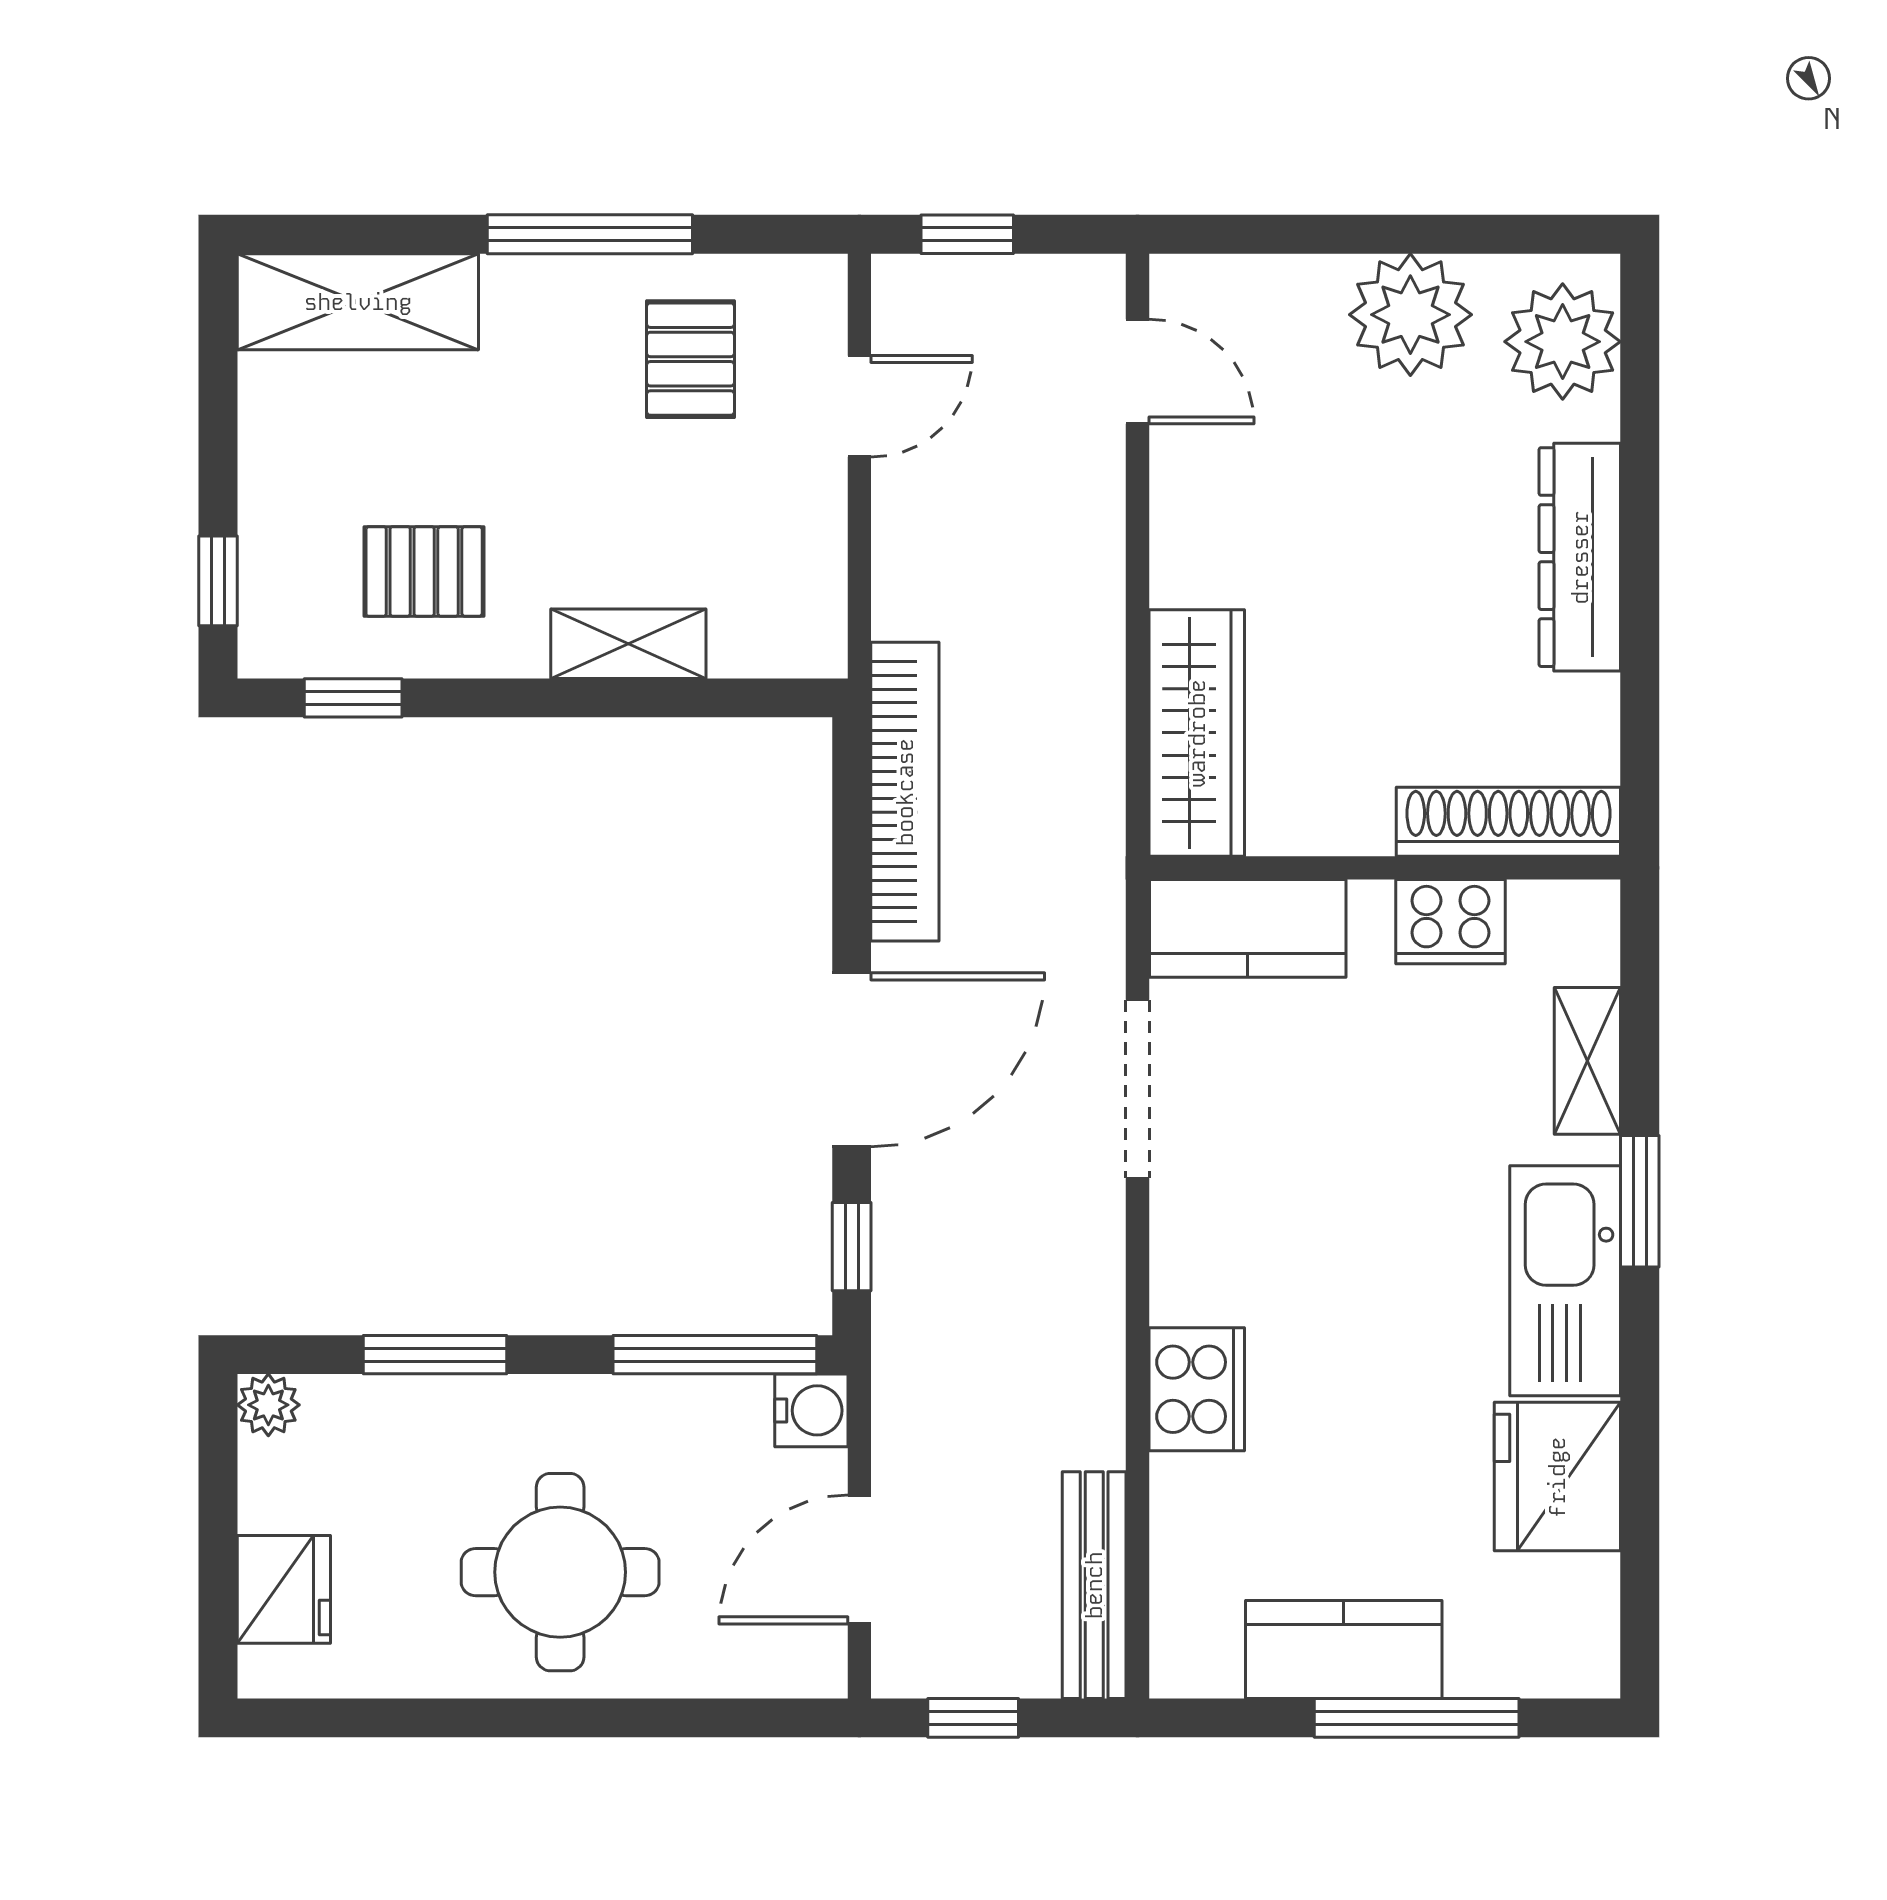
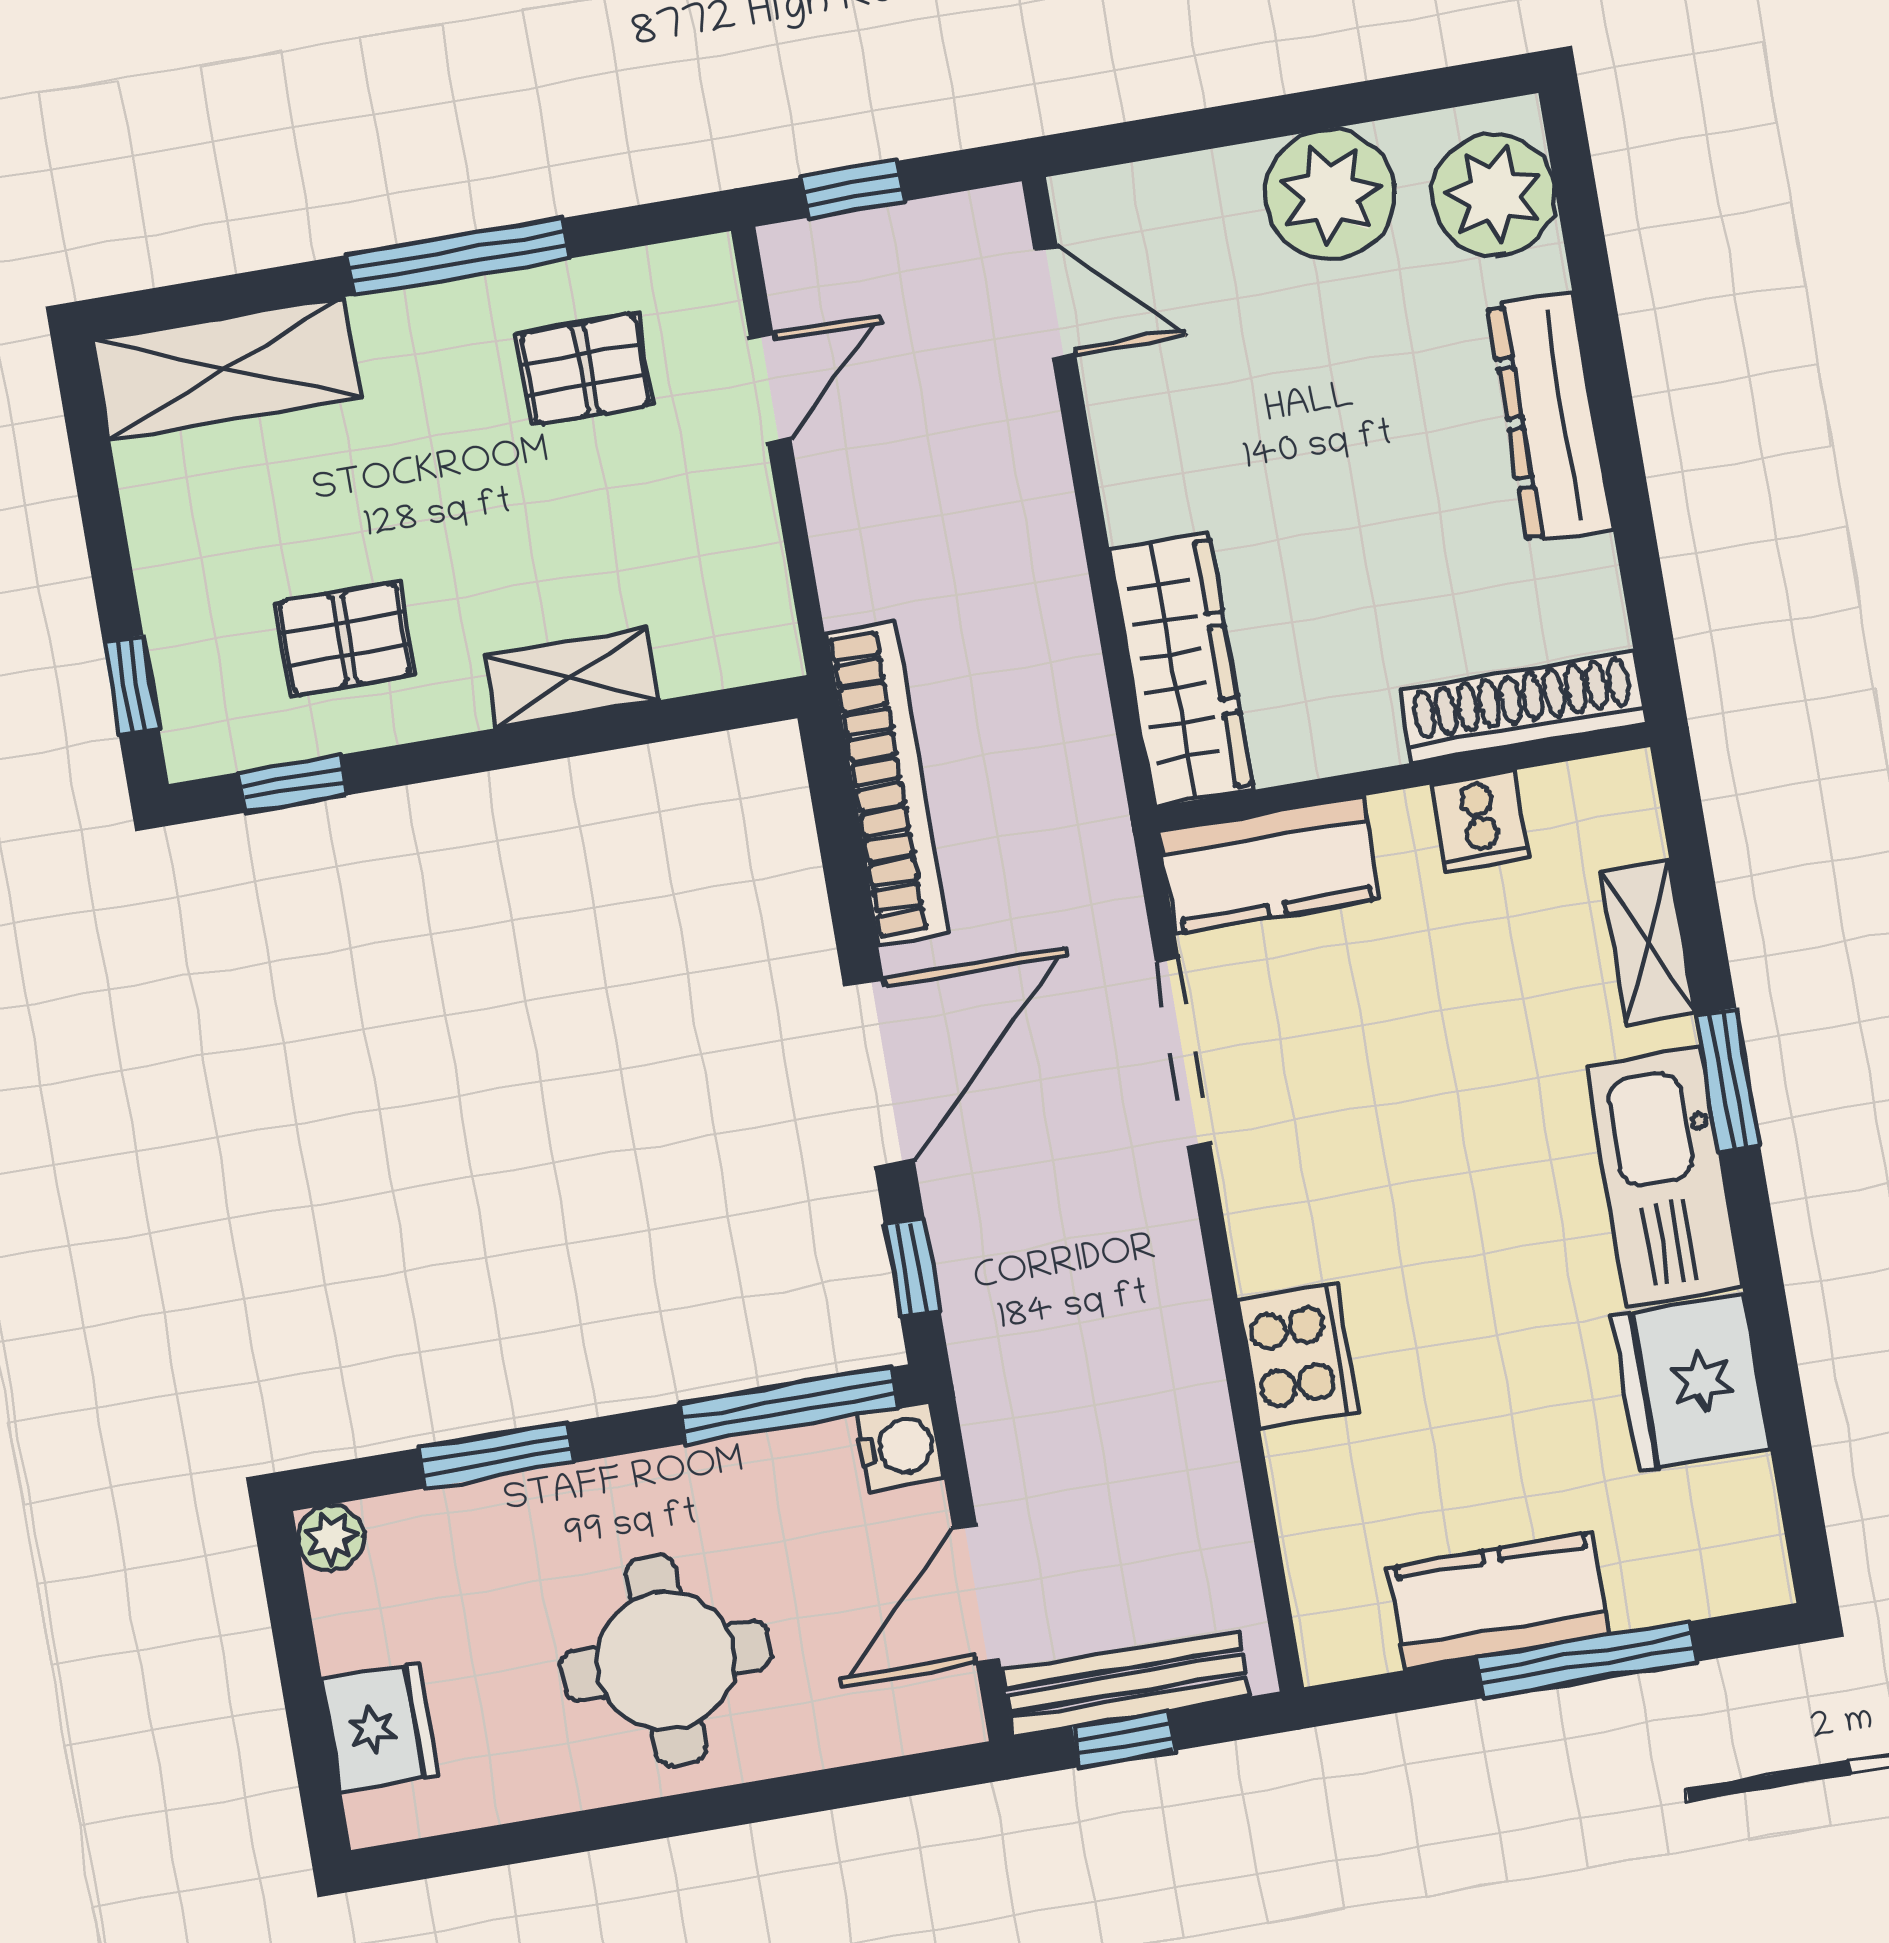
pallet: (690, 359) -> (585, 369), turned 90
cooker: (1450, 922) -> (1480, 821), width x0.73
bench: (1094, 1585) -> (1126, 1684), moved, turned 90

